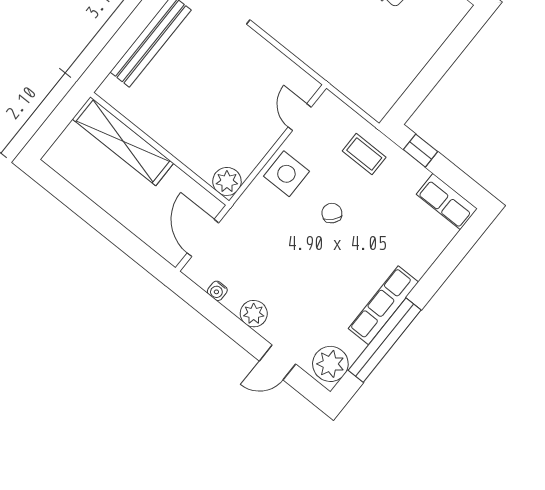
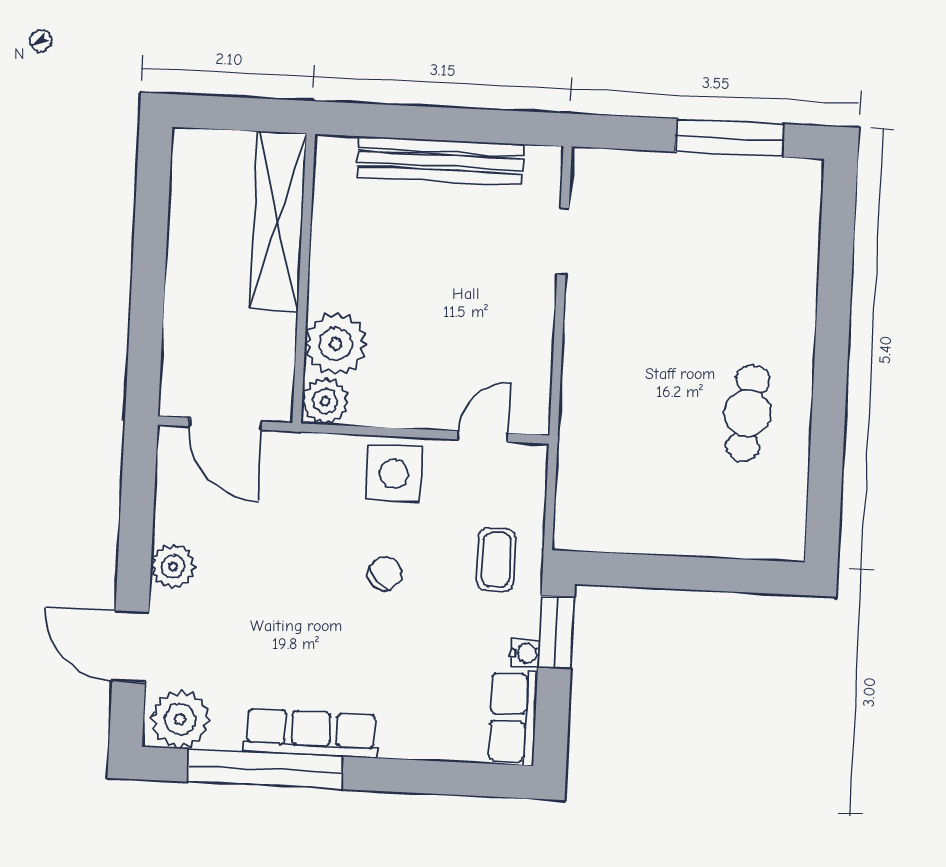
window: (420, 151) -> (556, 632), width x1.50
plant: (203, 156) -> (336, 344), added
door: (203, 238) -> (226, 424), swing flipped
water cooler: (217, 291) -> (525, 653), moved, turned 180
door: (278, 362) -> (130, 646), width x1.38

